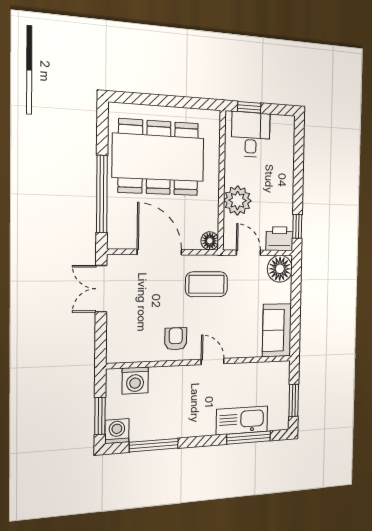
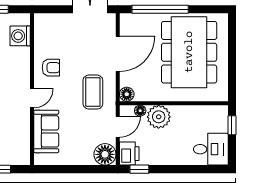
desk: (251, 135) -> (211, 149), moved
floor lamp: (230, 224) -> (140, 111), added
sofa: (277, 330) -> (46, 131), moved, turned 90

